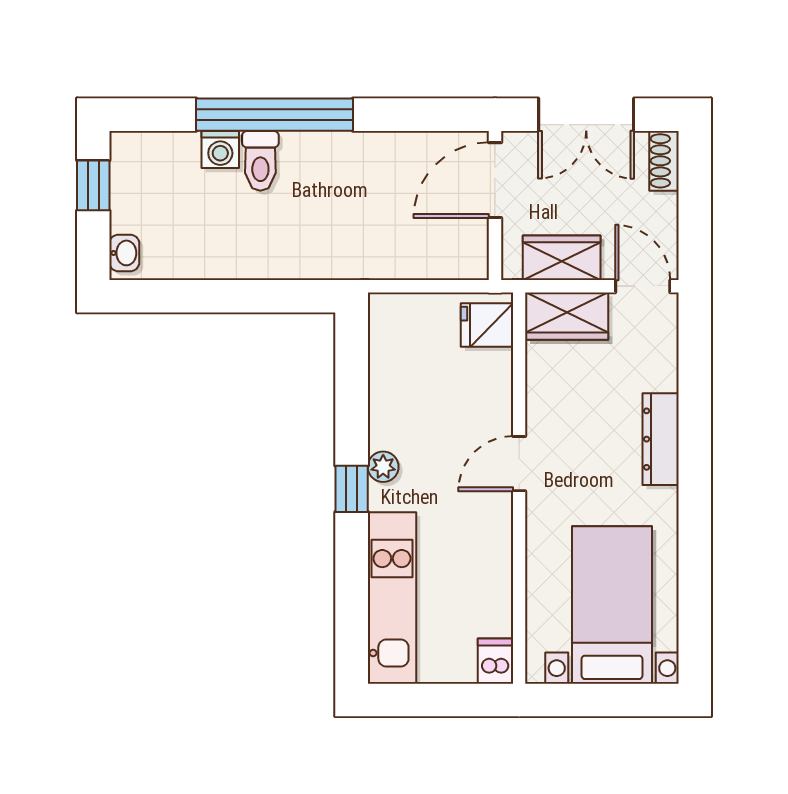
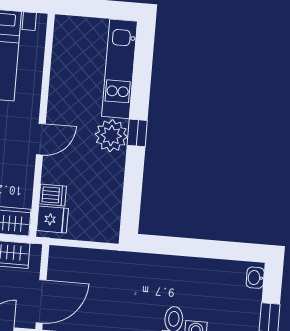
plant: (383, 467) -> (111, 136), width x1.87, depth x1.87
dishwasher: (495, 661) -> (53, 195), moved, turned -90

